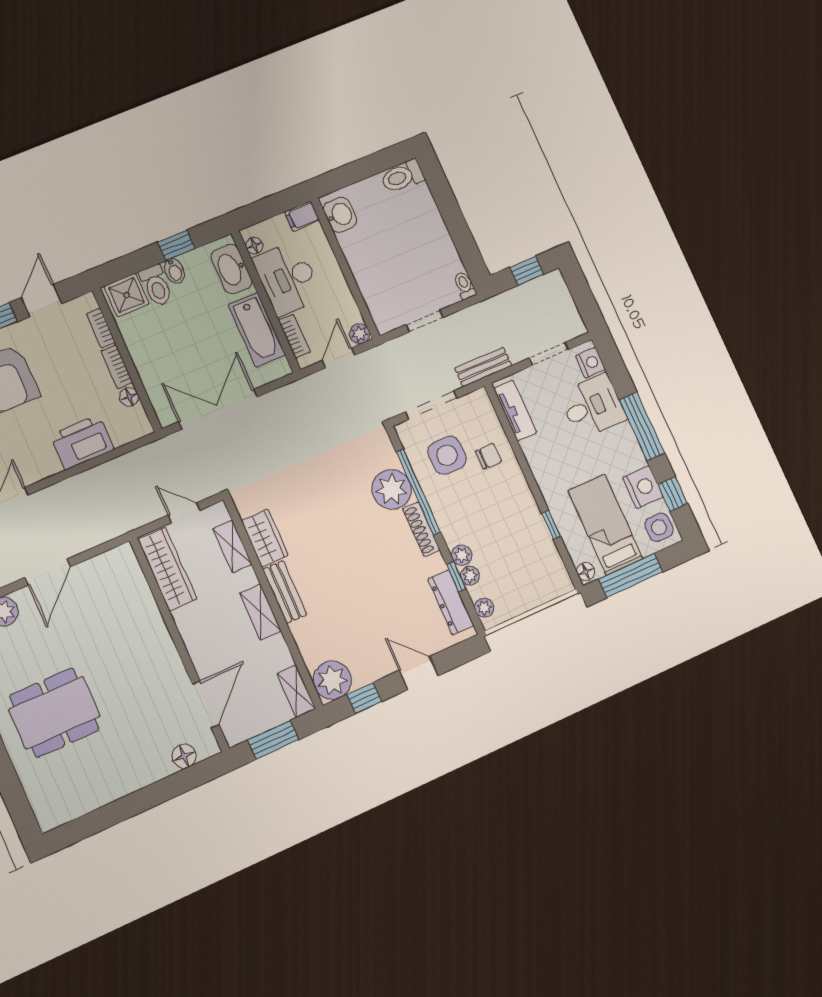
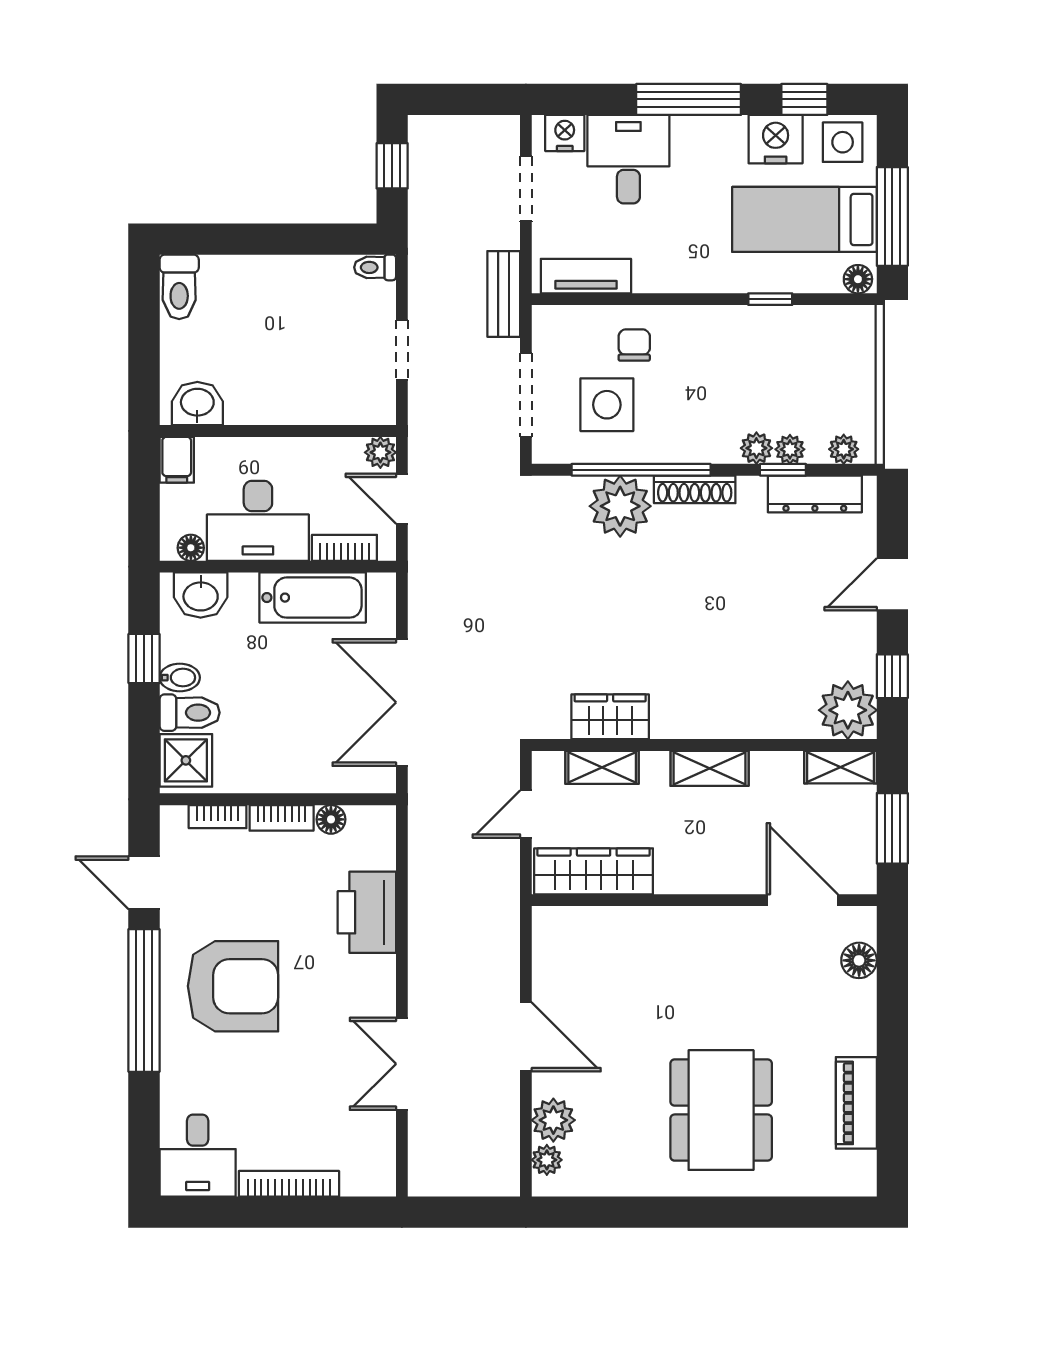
washbasin: (232, 269) -> (201, 595), width x0.72
bench: (285, 592) -> (697, 722), removed
piano: (95, 795) -> (856, 1103), added

